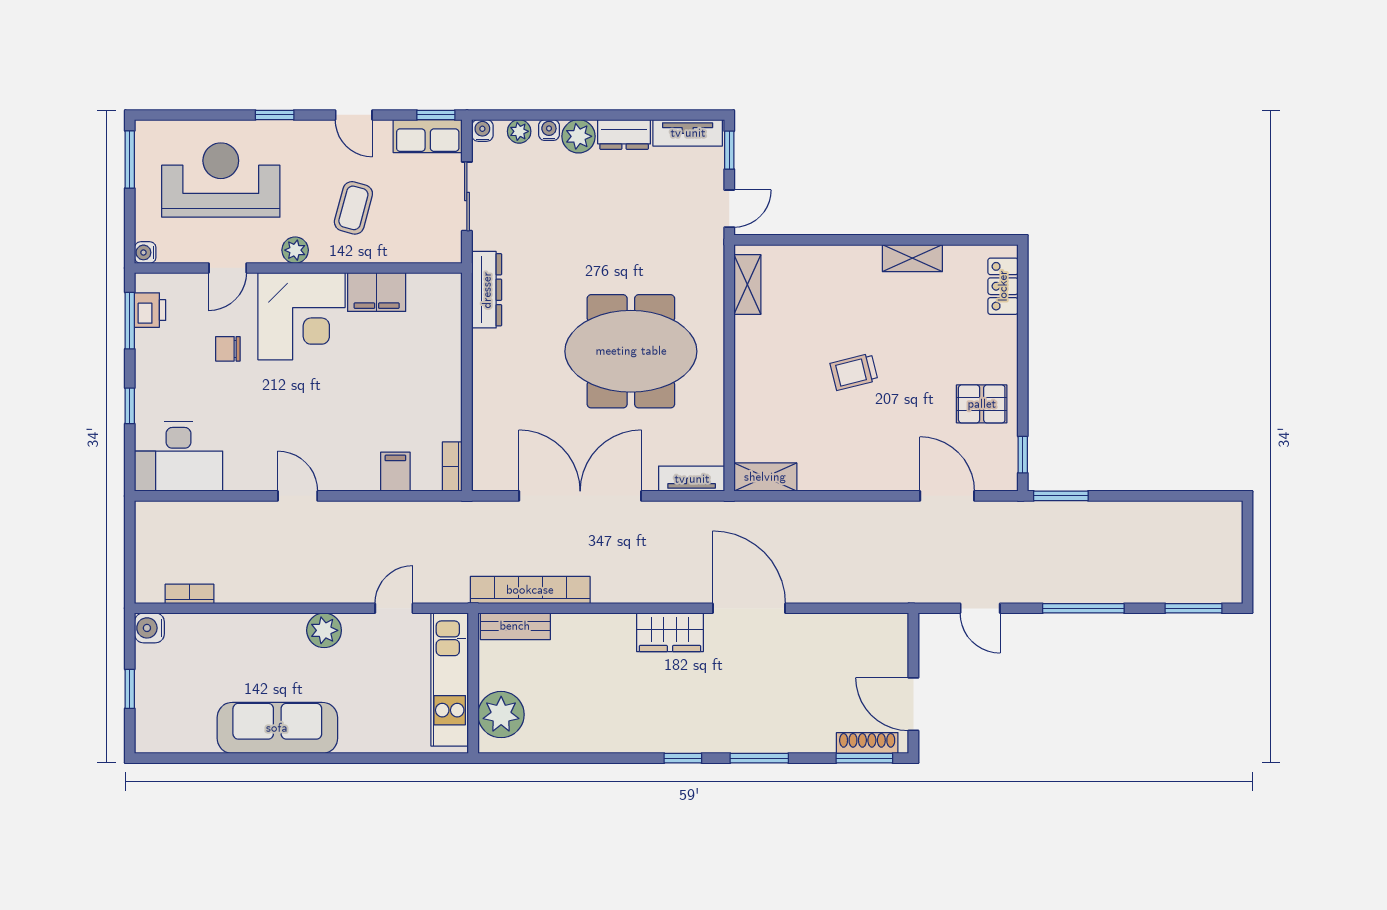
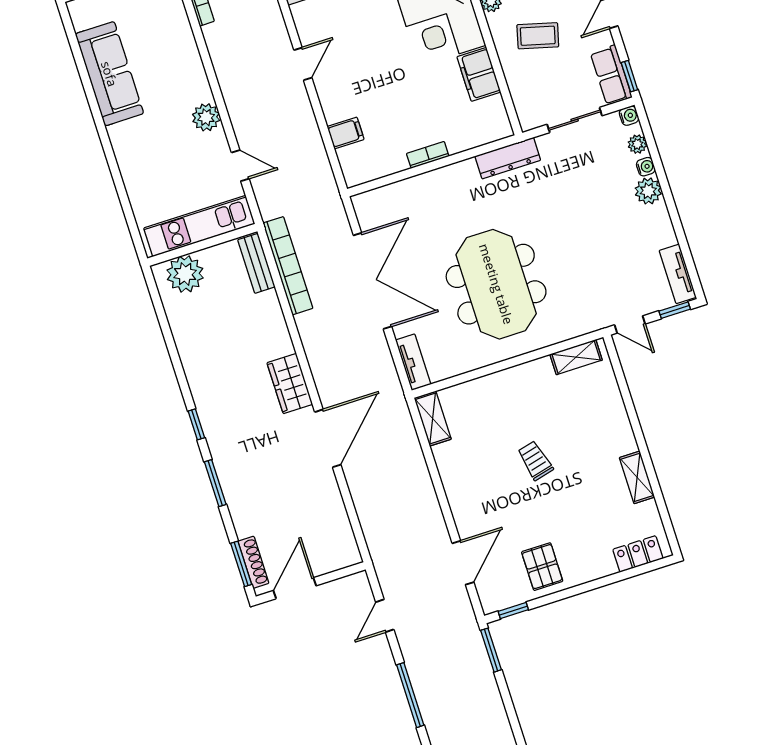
dresser: (624, 134) -> (661, 225), removed
bookcase: (452, 467) -> (428, 155), moved
sofa: (277, 728) -> (109, 74), moved

